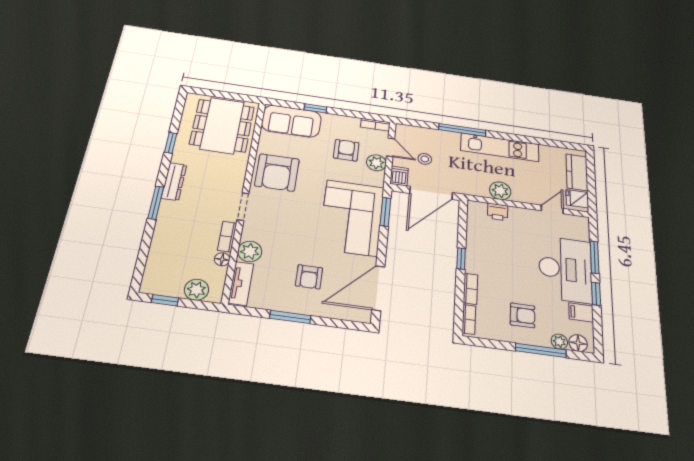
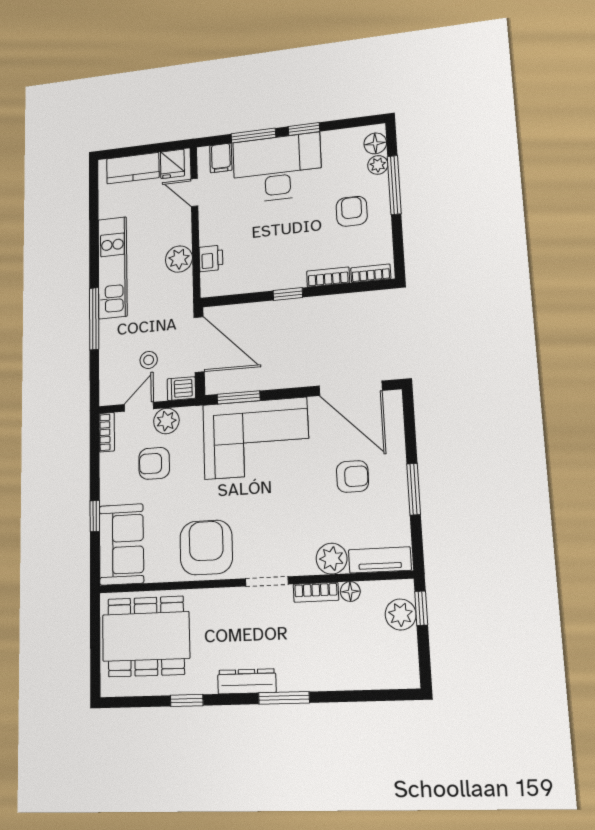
armchair: (277, 172) -> (206, 547), turned -90
window: (165, 300) -> (421, 608), moved
filing cabinet: (581, 312) -> (221, 158), moved

